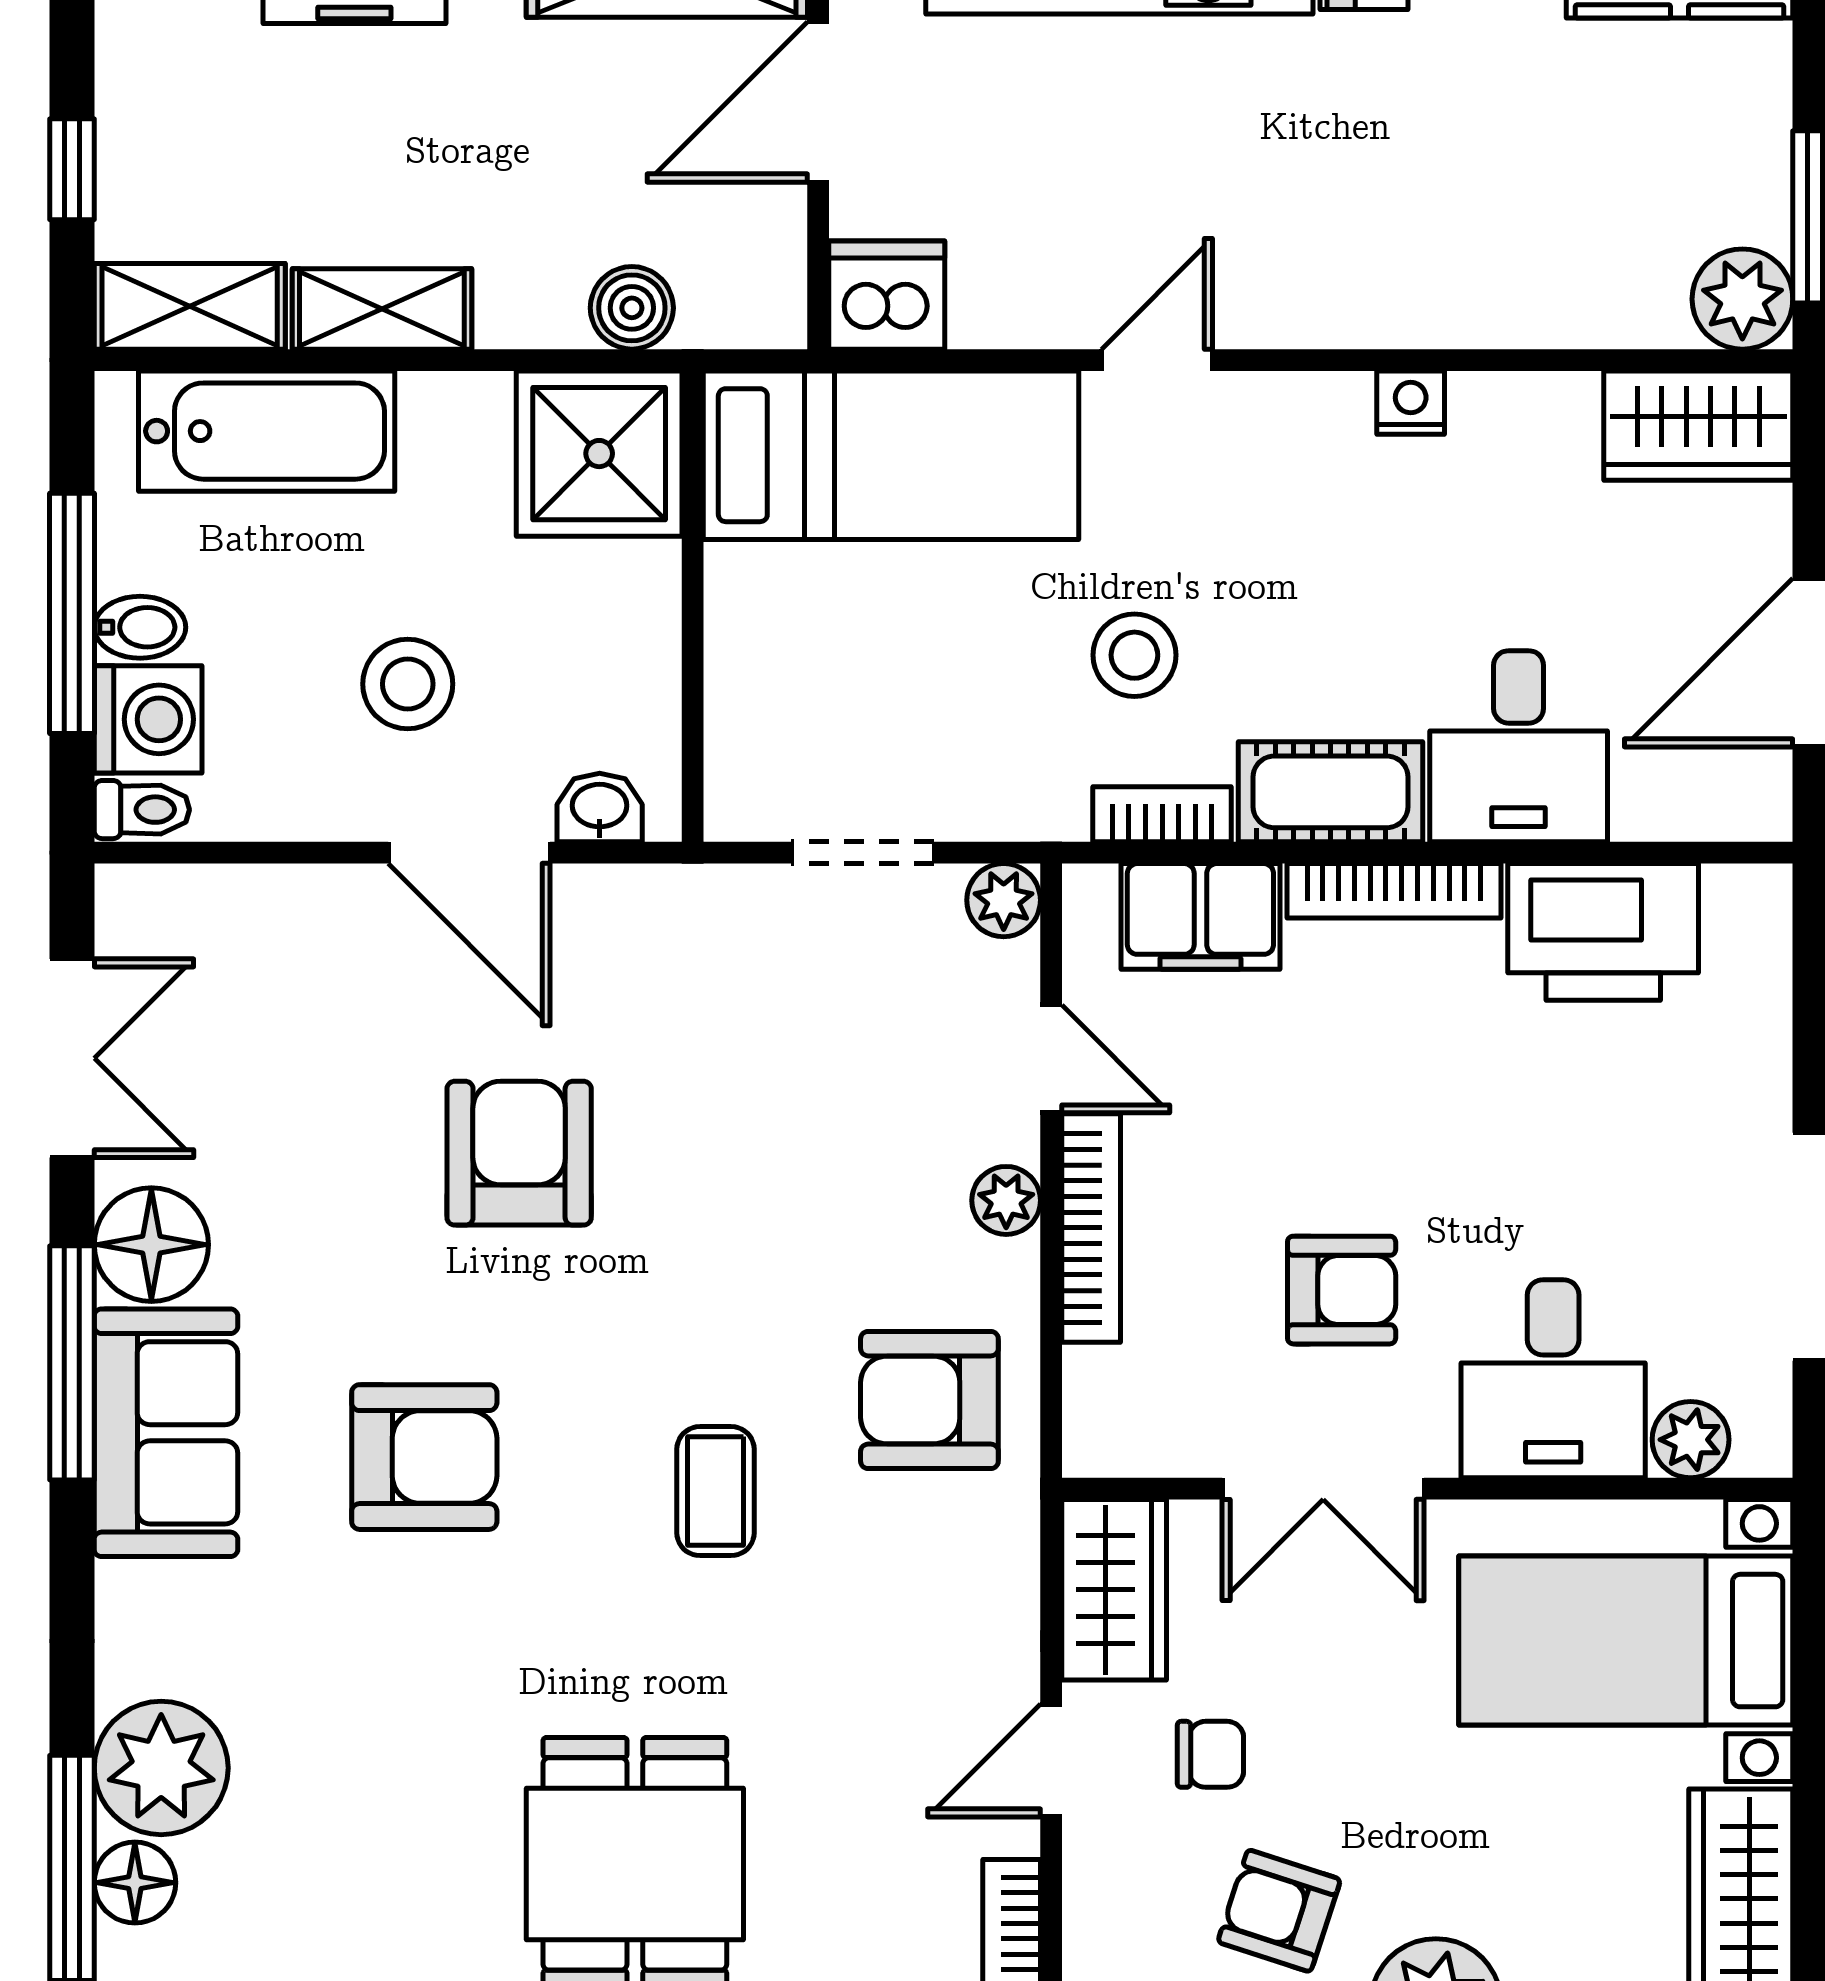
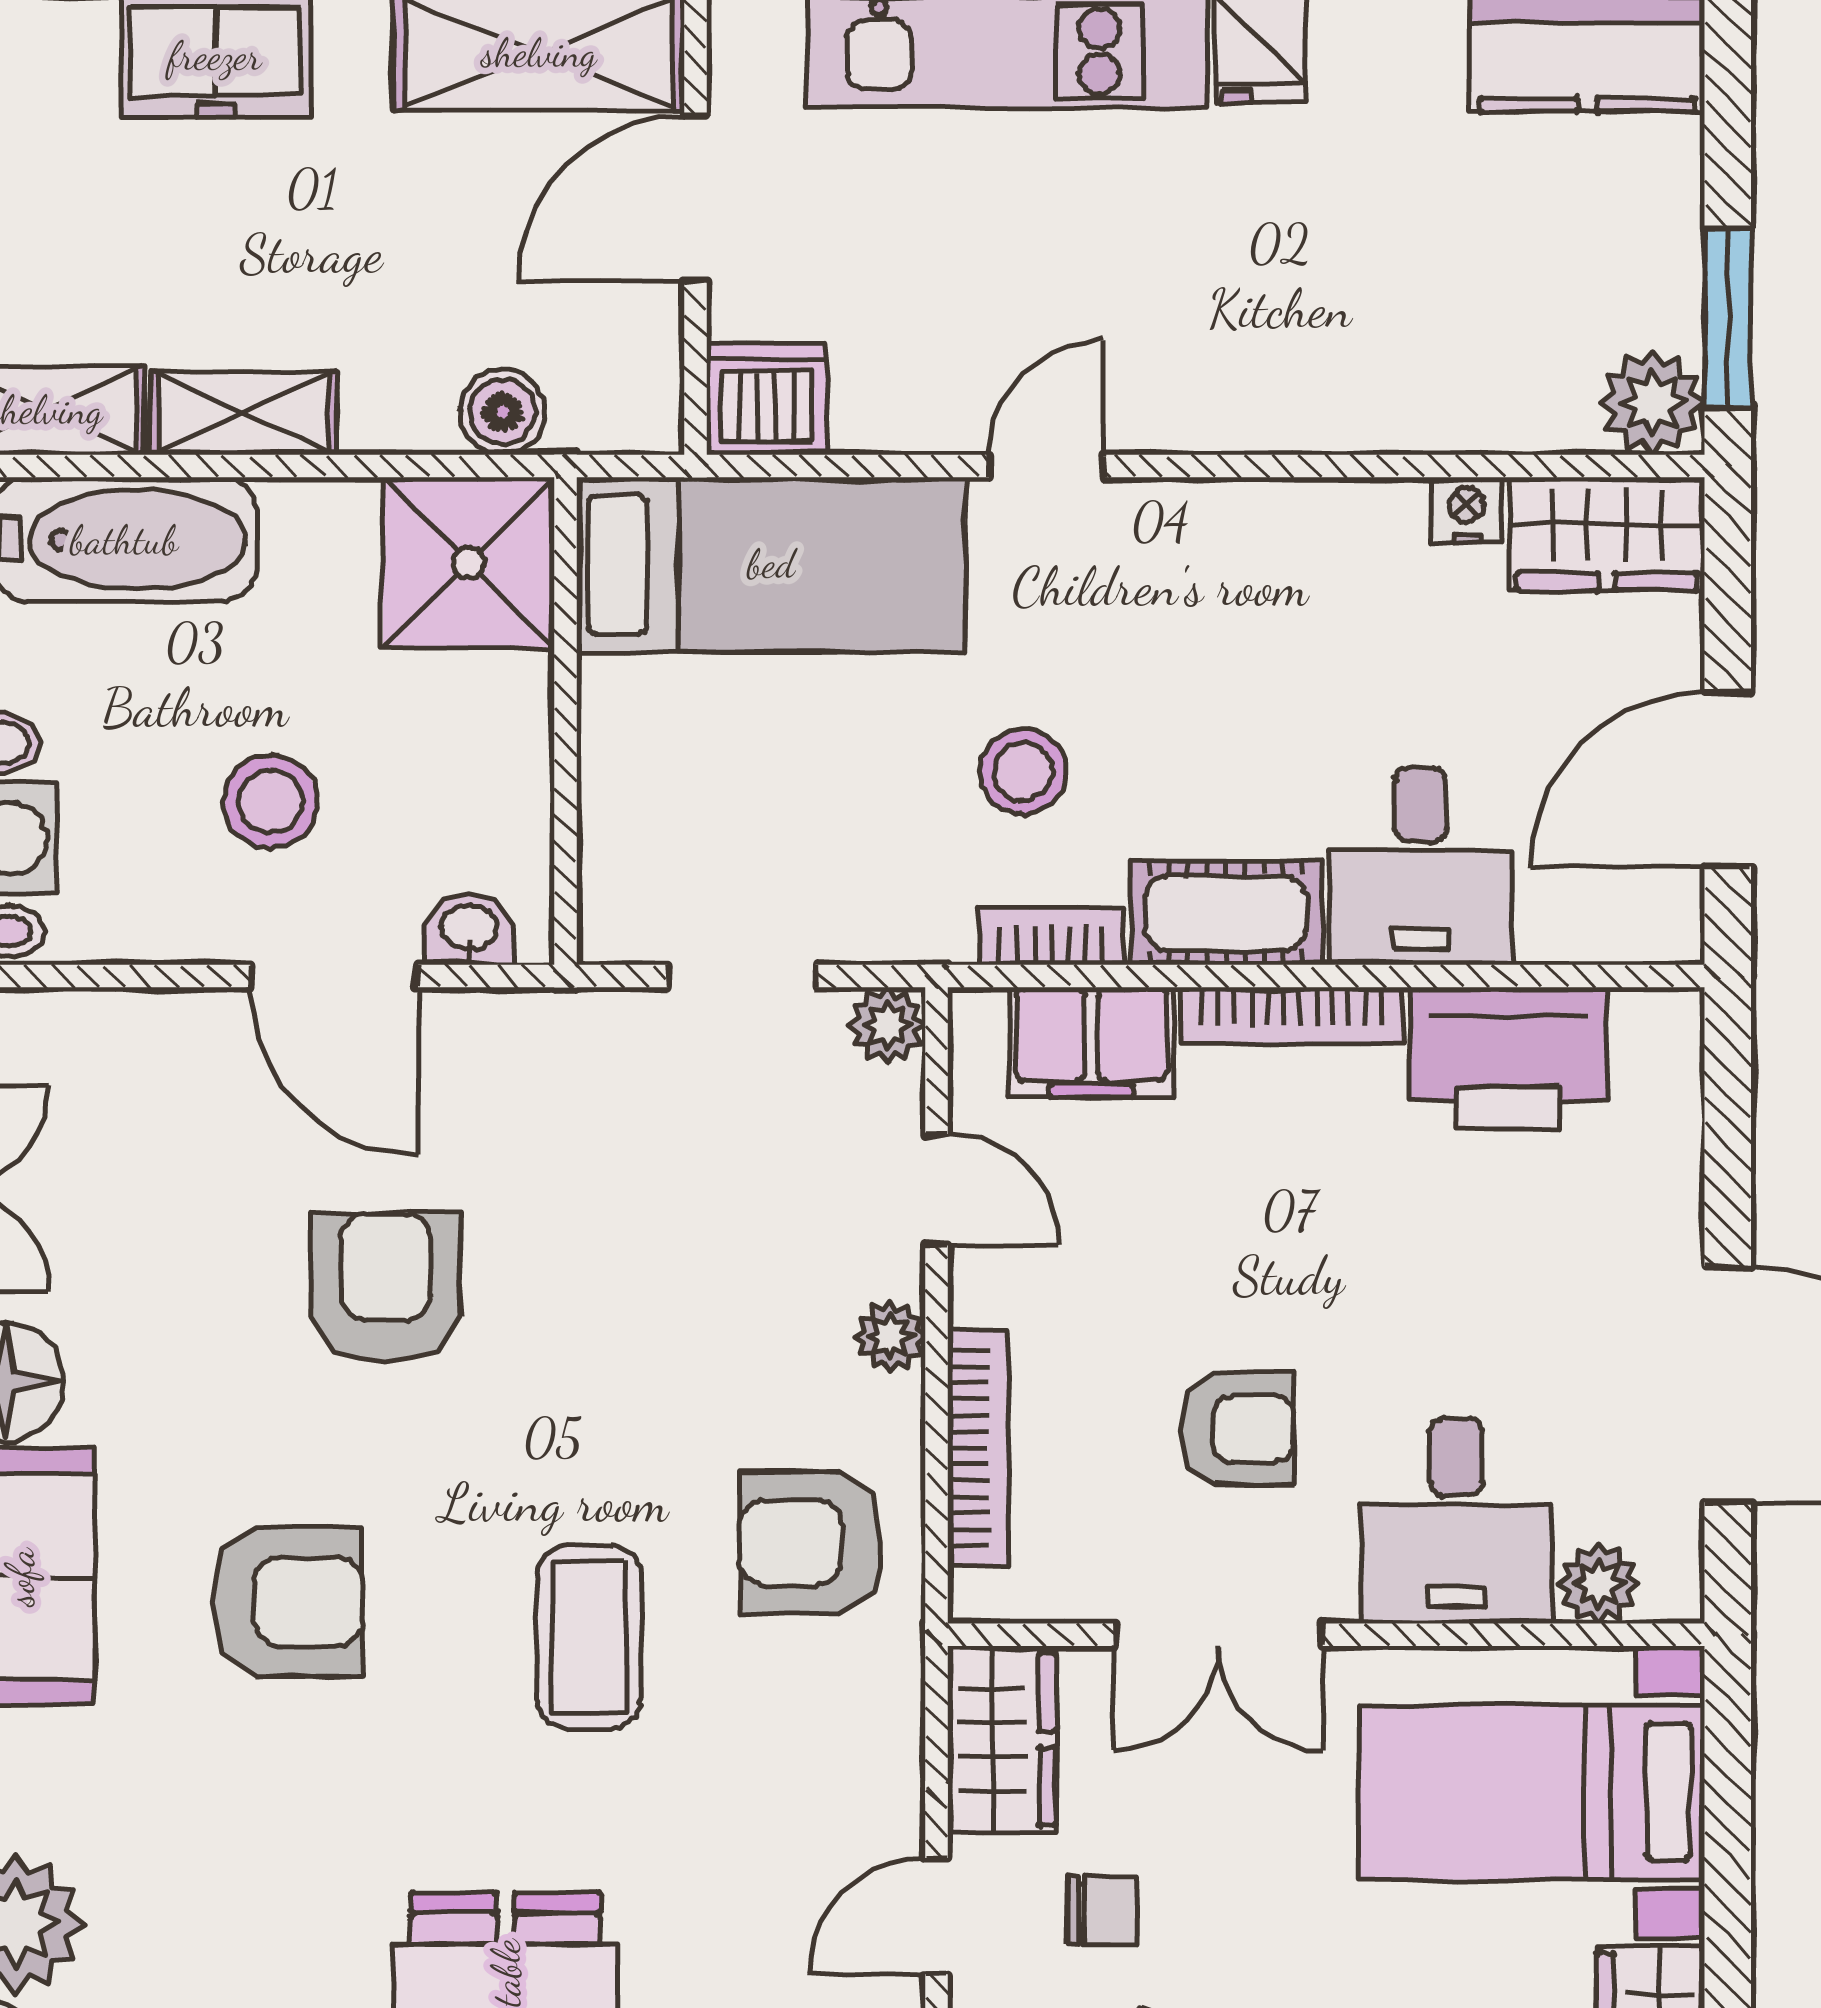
nightstand: (1411, 403) -> (1467, 510), moved
bookcase: (1091, 1228) -> (978, 1448), moved
coffee table: (715, 1491) -> (589, 1637), width x1.36, depth x1.30

